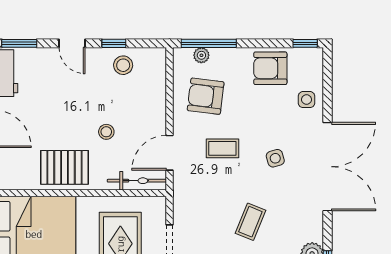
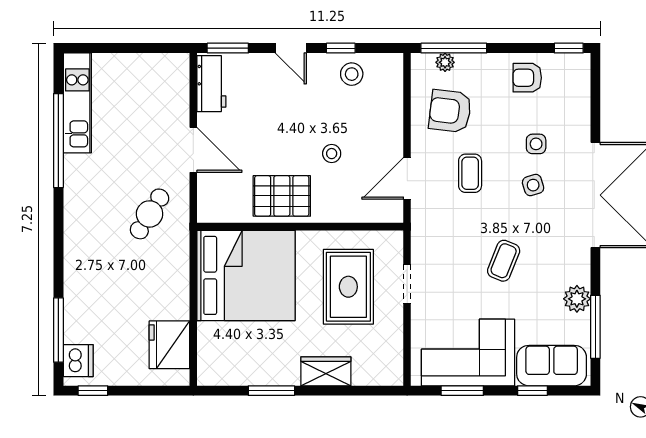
armchair: (270, 68) -> (527, 78), width x0.72, depth x0.72
side table: (307, 100) -> (536, 144), moved
coffee table: (222, 148) -> (470, 173), turned 90
bicycle: (137, 181) -> (368, 212), removed

